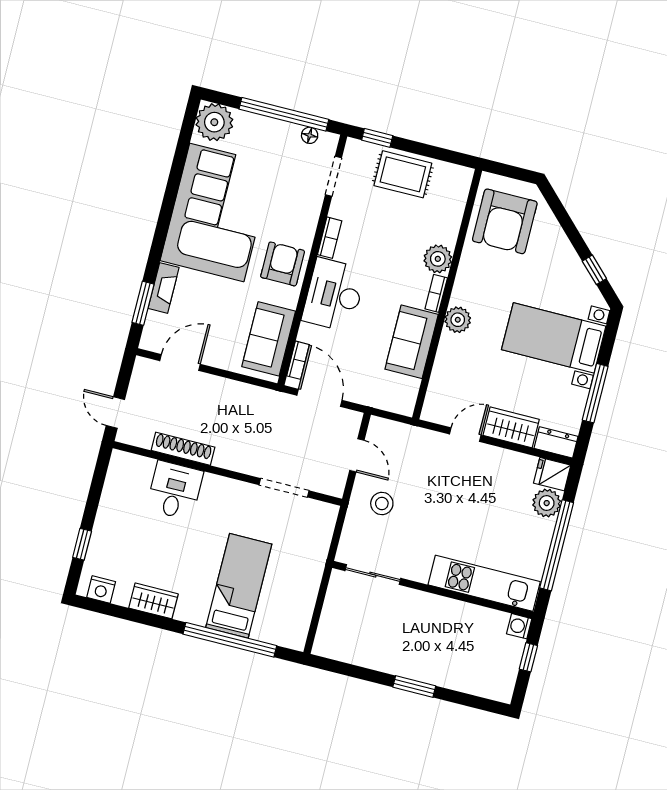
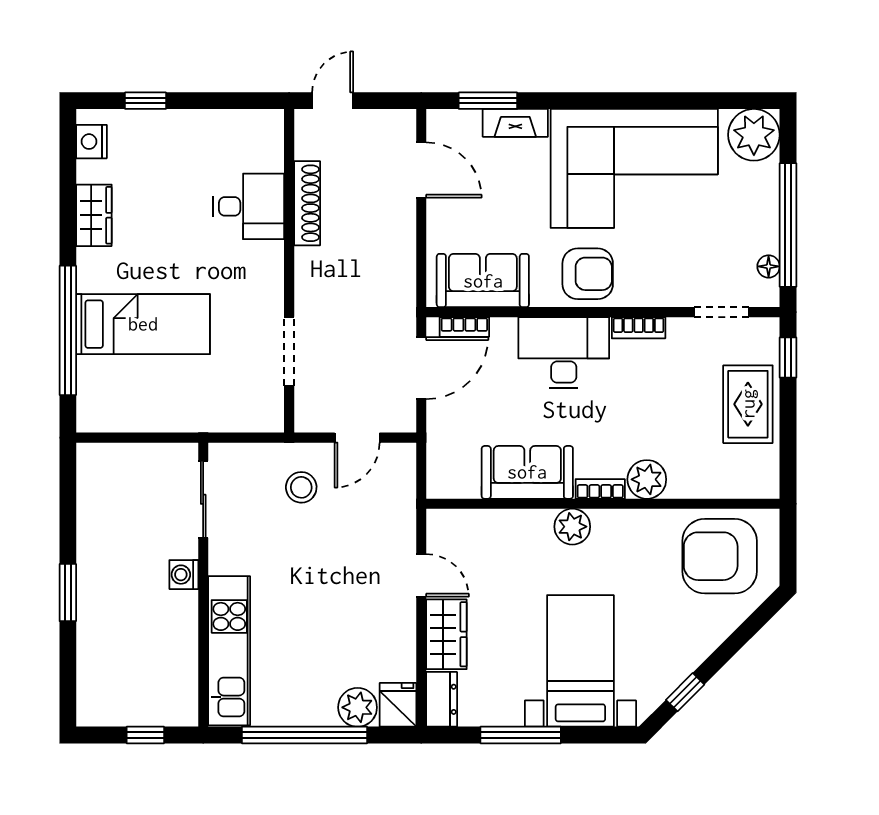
washing machine: (519, 626) -> (184, 575), moved, turned -90

